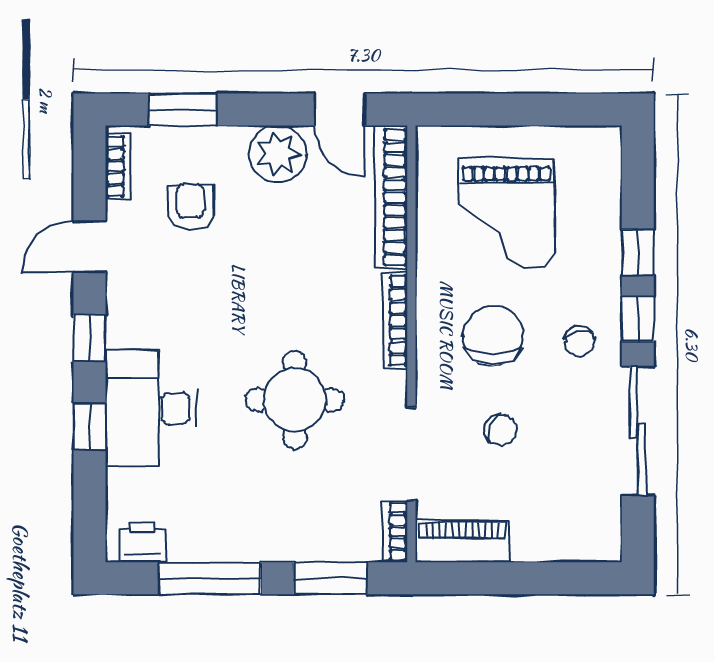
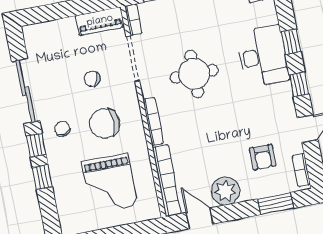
grand piano: (506, 214) -> (110, 184), turned 180
chair: (493, 336) -> (105, 123), turned 90

